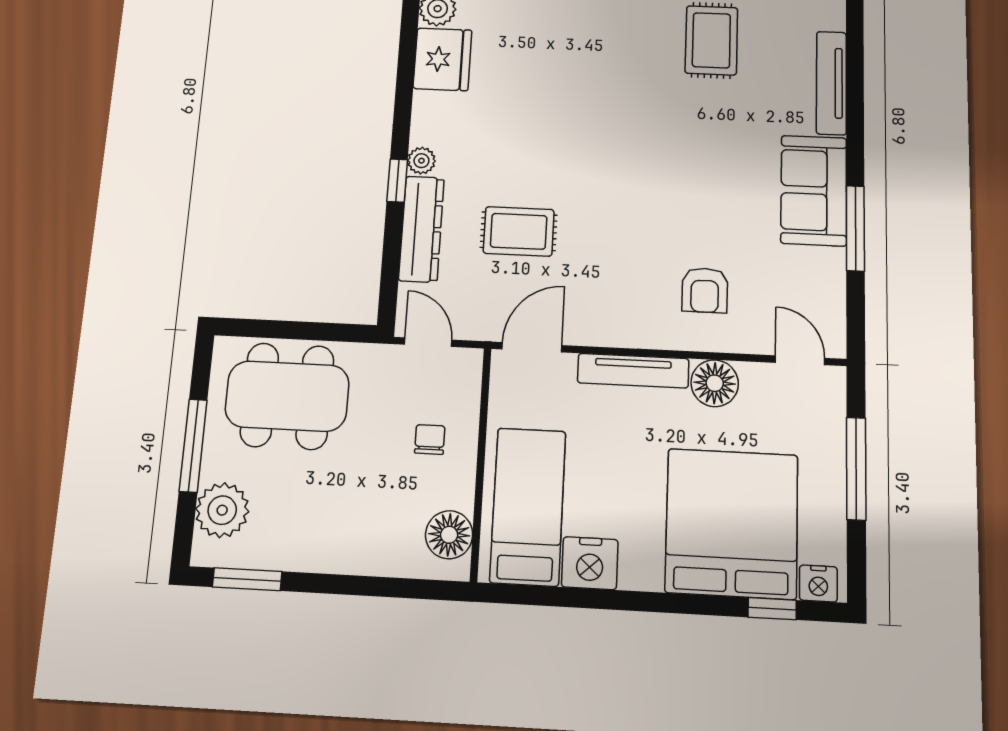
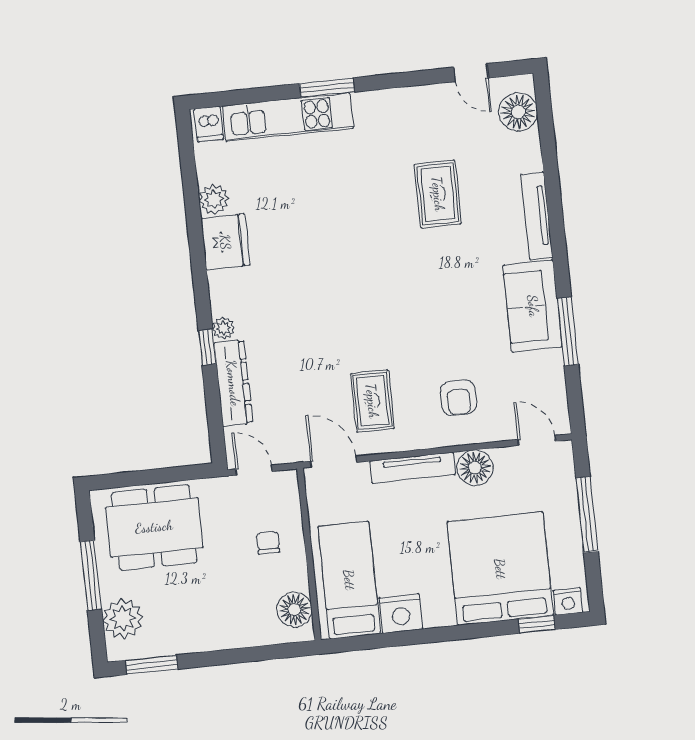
rug: (519, 231) -> (372, 401), moved, turned 90
door: (532, 347) -> (333, 462), hinge flipped

